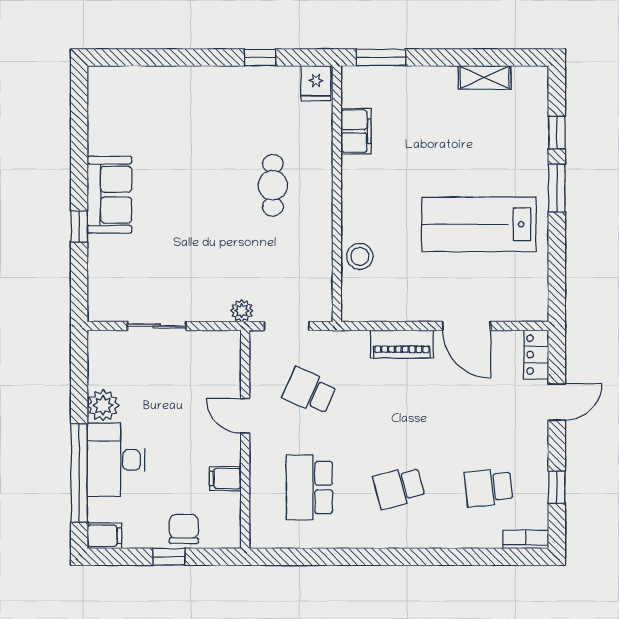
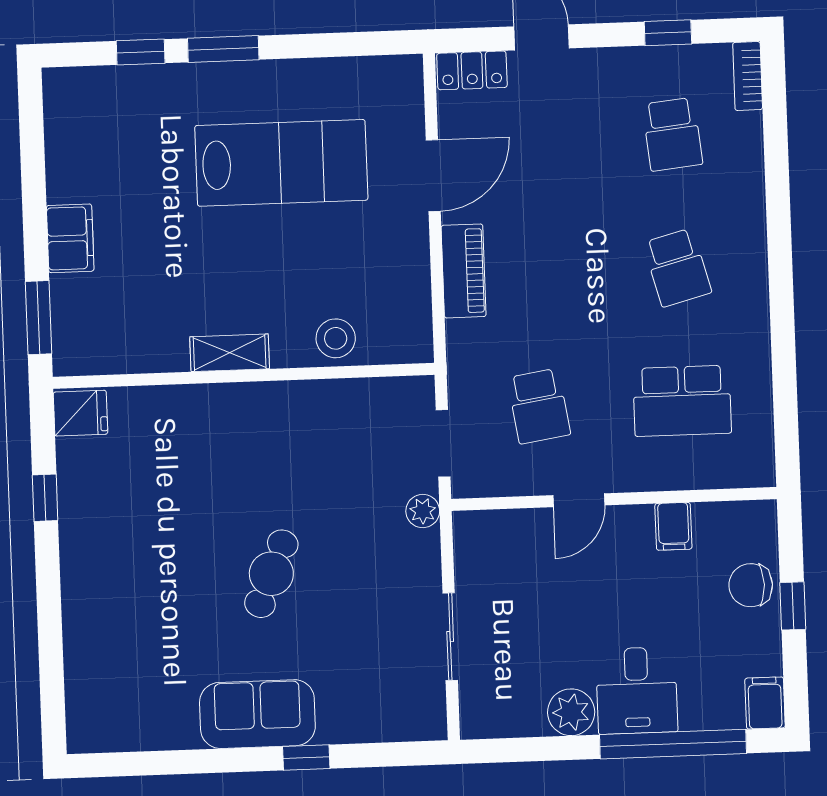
shelving: (485, 77) -> (230, 353), moved, turned 90
filing cabinet: (356, 131) -> (70, 238), moved, turned 90
cafe table: (273, 185) -> (271, 574), moved, turned -67
lab bench: (479, 224) -> (281, 163), turned -90
school desk: (309, 391) -> (539, 406), turned -33
desk: (116, 460) -> (637, 690), width x0.73

